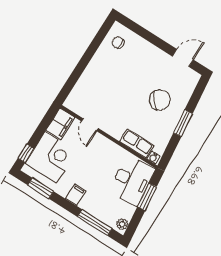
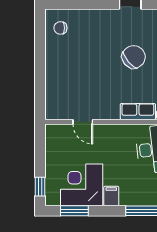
filing cabinet: (60, 124) -> (55, 139), removed
corner desk: (51, 157) -> (82, 185), moved, turned -90

